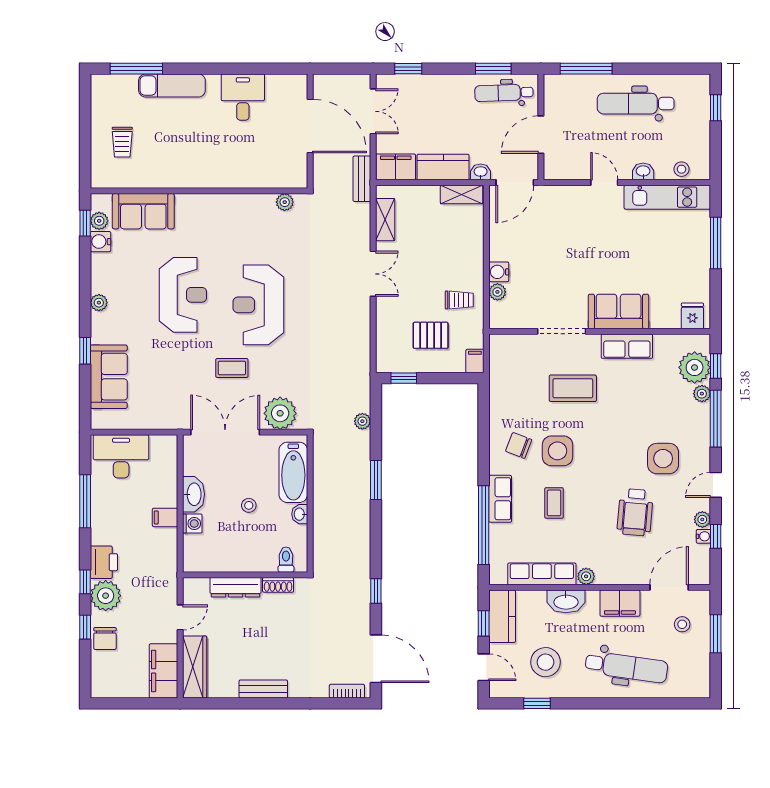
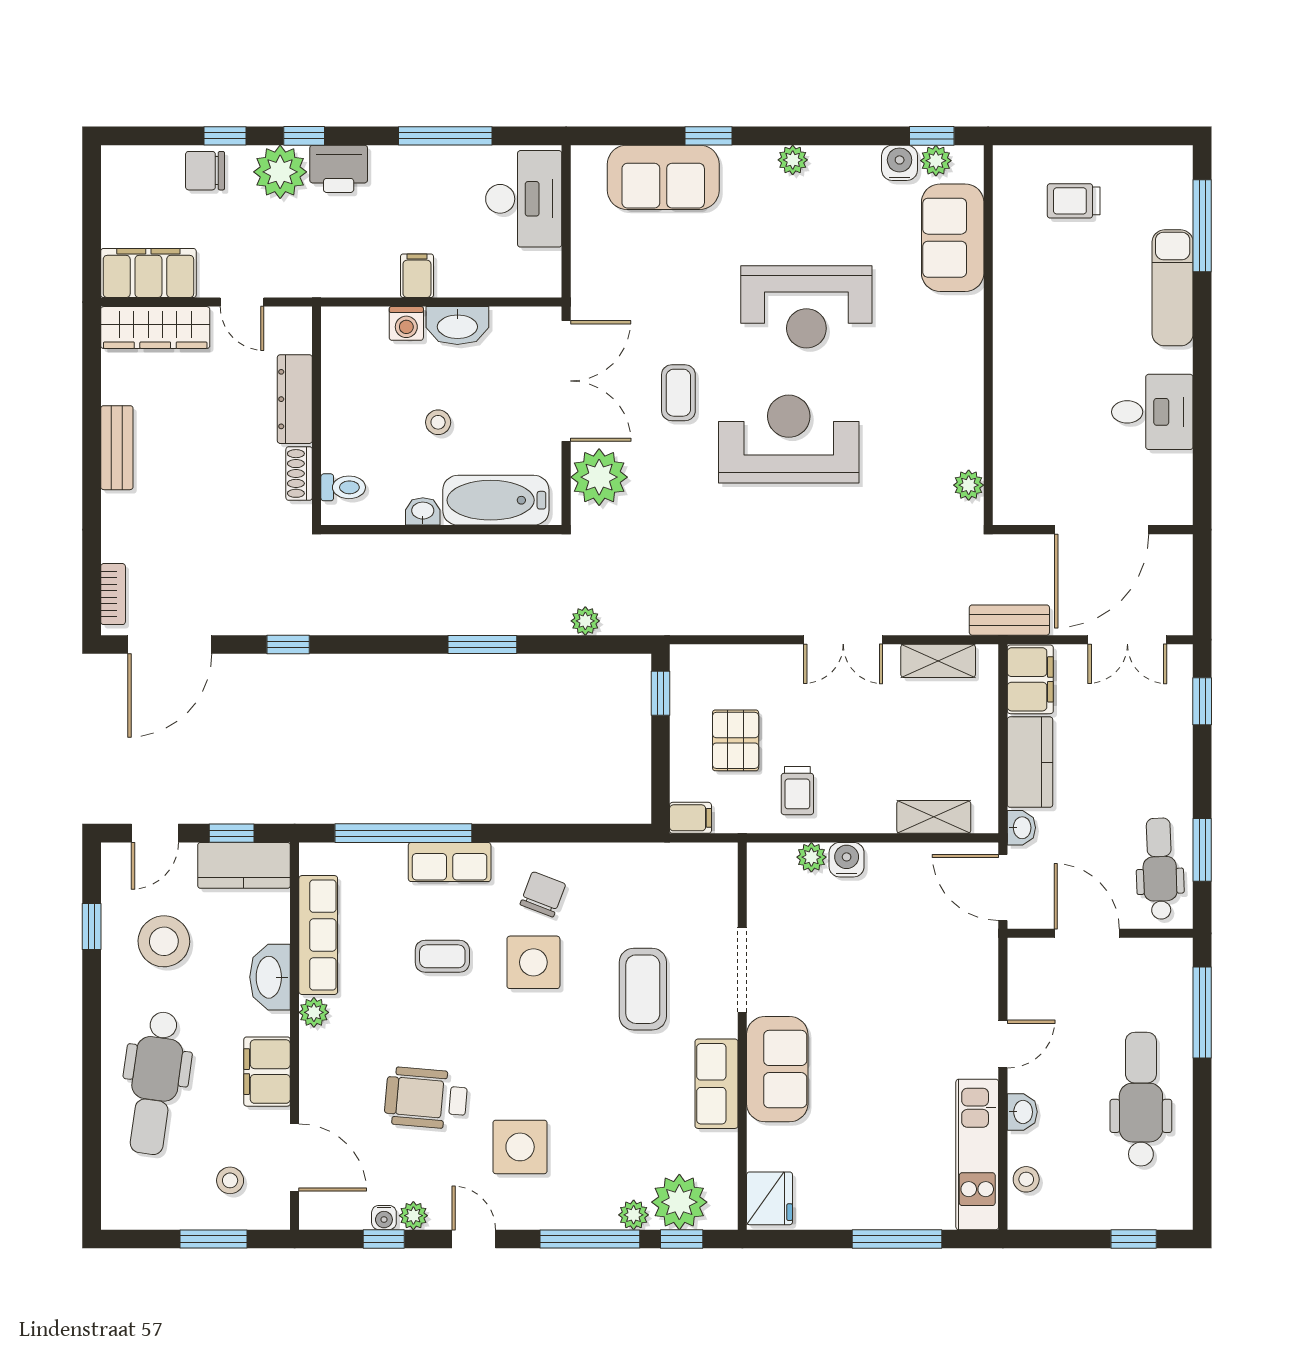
shelving: (462, 194) -> (934, 817), moved, turned 90
fridge: (692, 316) -> (770, 1198), width x1.38

